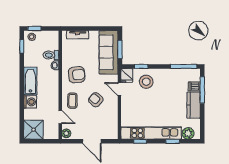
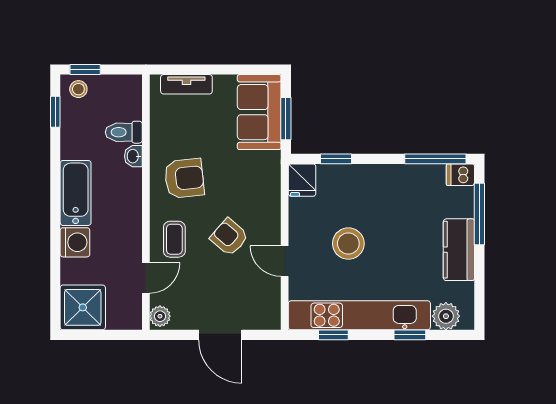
sofa: (109, 52) -> (259, 112), width x0.73
stool: (146, 82) -> (348, 244), moved
dishwasher: (194, 86) -> (460, 175), moved
door: (119, 89) -> (285, 261), moved
door: (60, 117) -> (146, 278), hinge flipped

